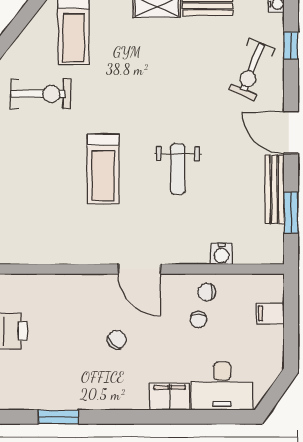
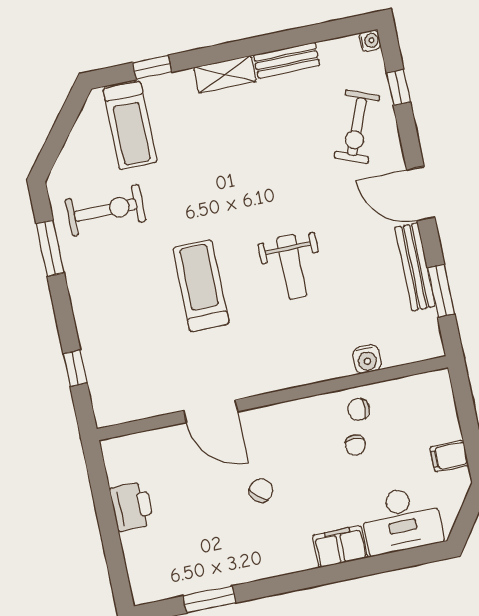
treadmill: (103, 169) -> (201, 286), turned 180
door: (139, 269) -> (211, 411), moved
filing cabinet: (270, 313) -> (449, 456), moved

